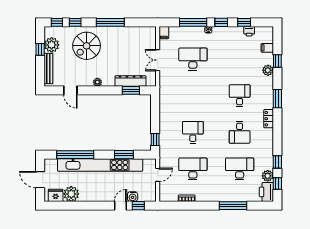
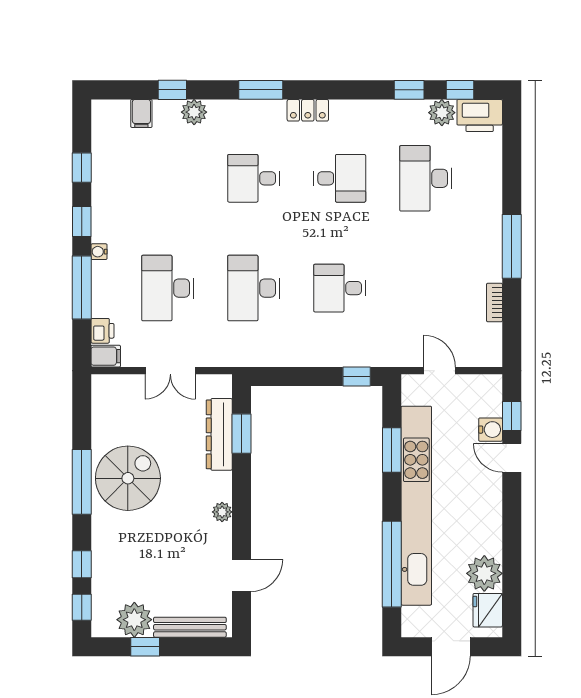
printer: (249, 31) -> (102, 331), moved
spiral stairs: (87, 46) -> (128, 478), moved, turned -90
desk: (193, 169) -> (254, 288), moved
window: (233, 206) -> (512, 246), moved

